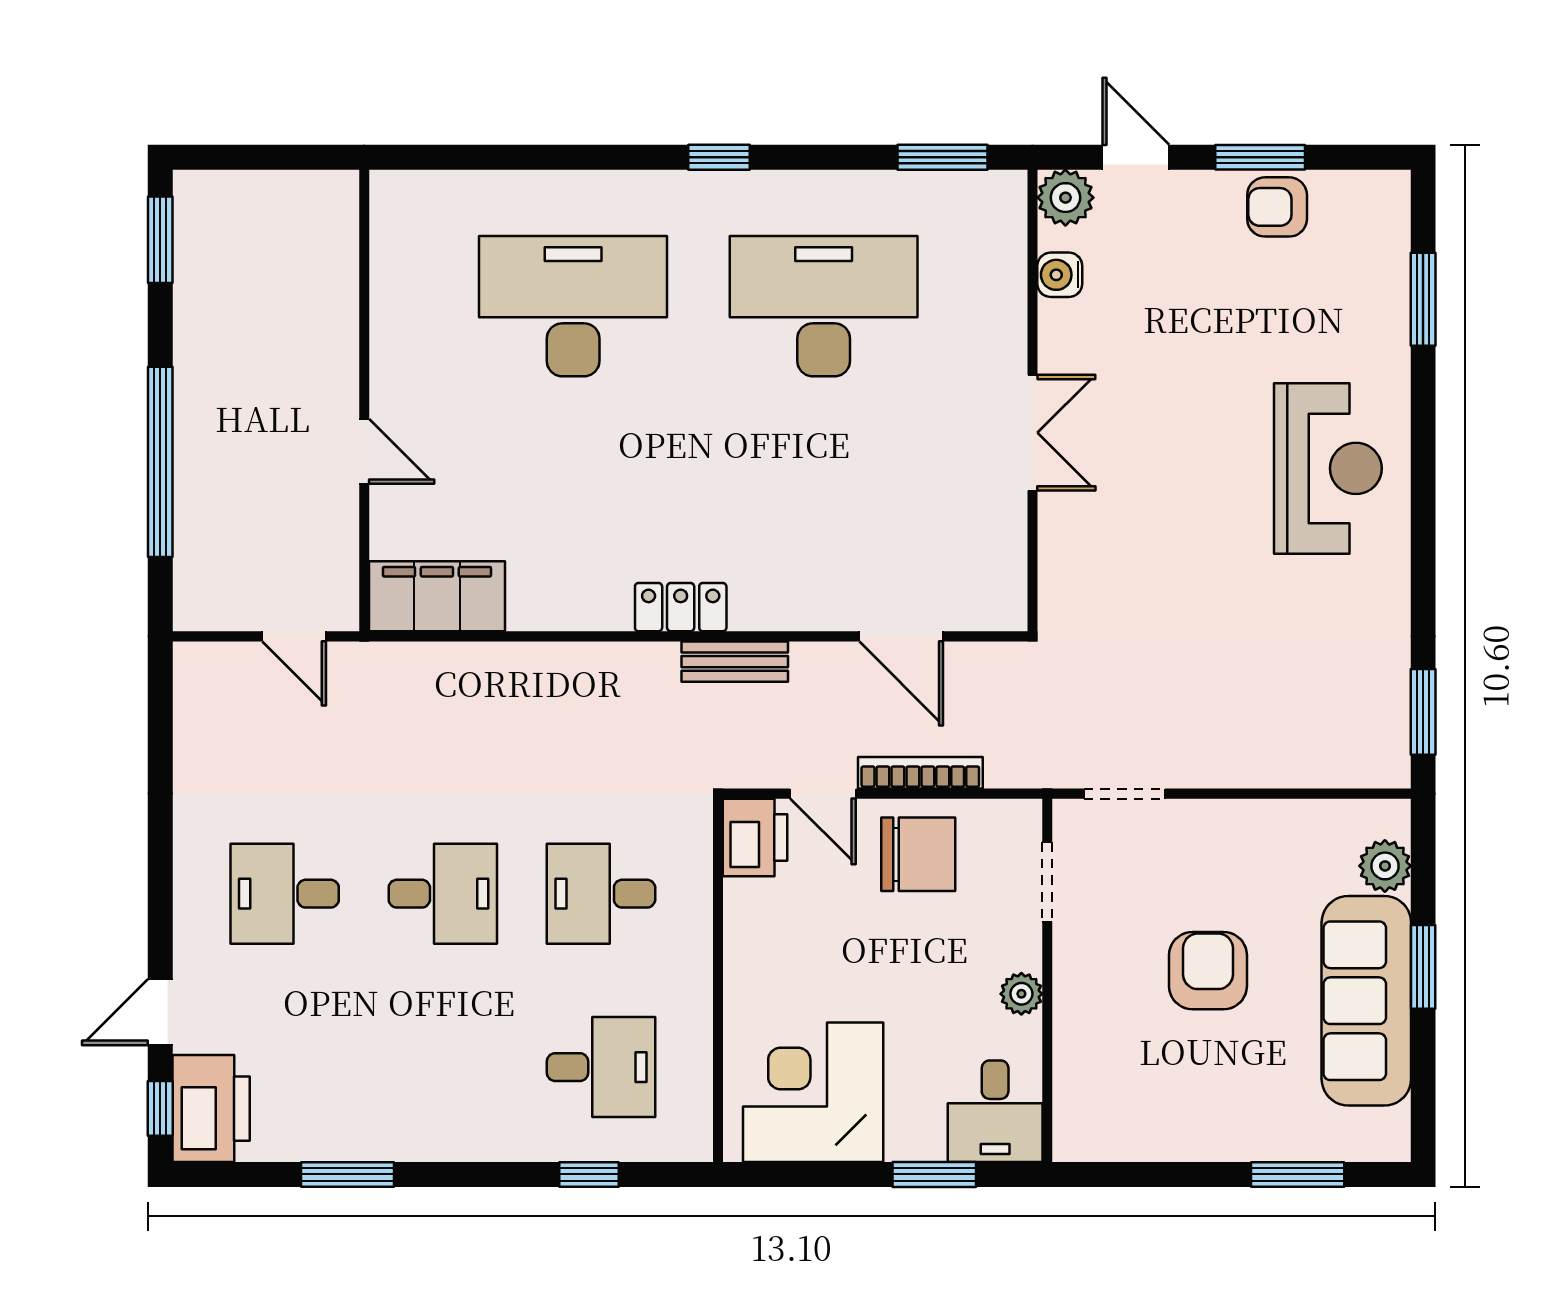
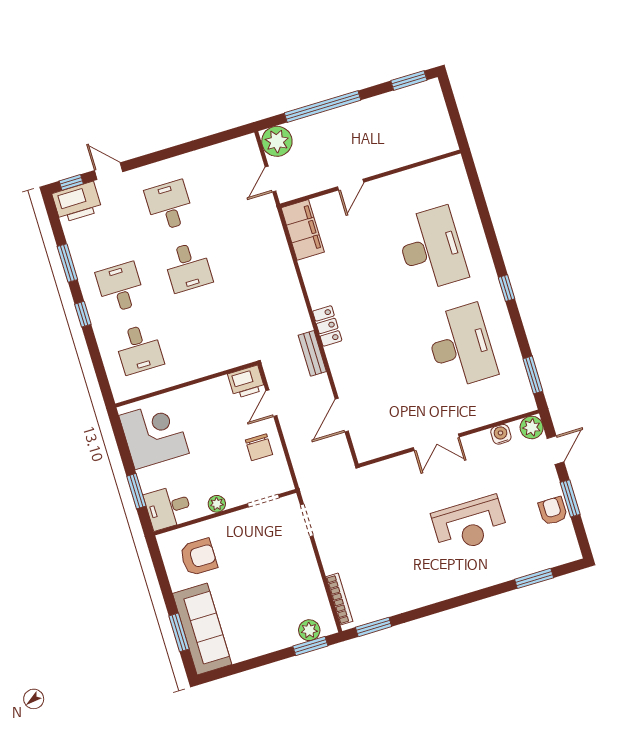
reception desk: (1328, 468) -> (470, 524), moved
plant: (210, 594) -> (277, 141), added
bookcase: (920, 773) -> (339, 599), moved
chair: (918, 854) -> (259, 447), width x0.73, depth x0.73
desk: (601, 894) -> (120, 287), moved
window: (1423, 967) -> (310, 646), moved
armchair: (1208, 971) -> (198, 557), moved
sofa: (1366, 1001) -> (202, 629), moved, turned 90
window: (589, 1174) -> (83, 314), moved

